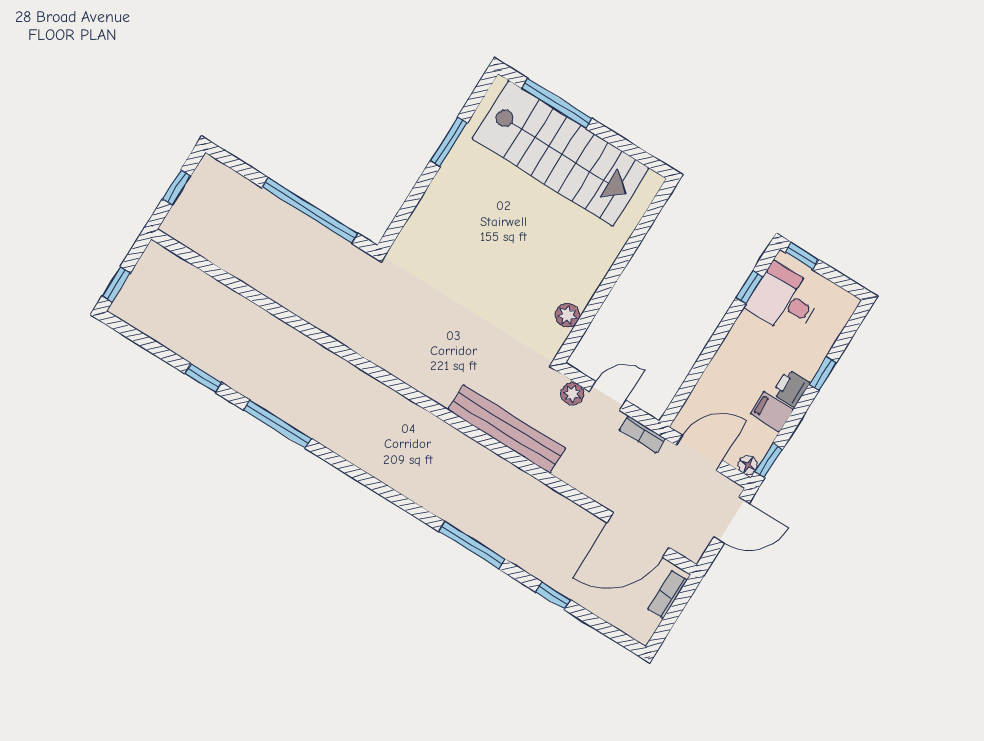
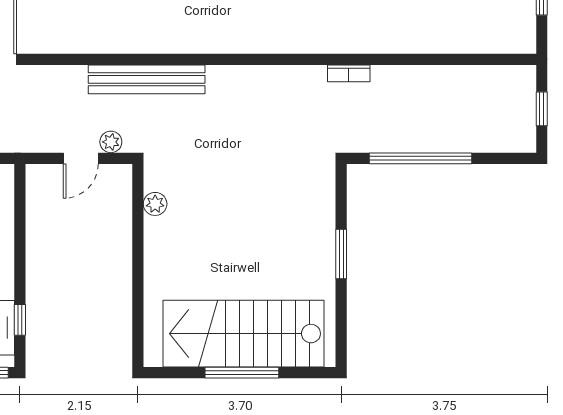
window: (557, 103) -> (242, 373), moved
window: (449, 142) -> (341, 254), moved
bookcase: (642, 434) -> (349, 73), moved, turned 180

